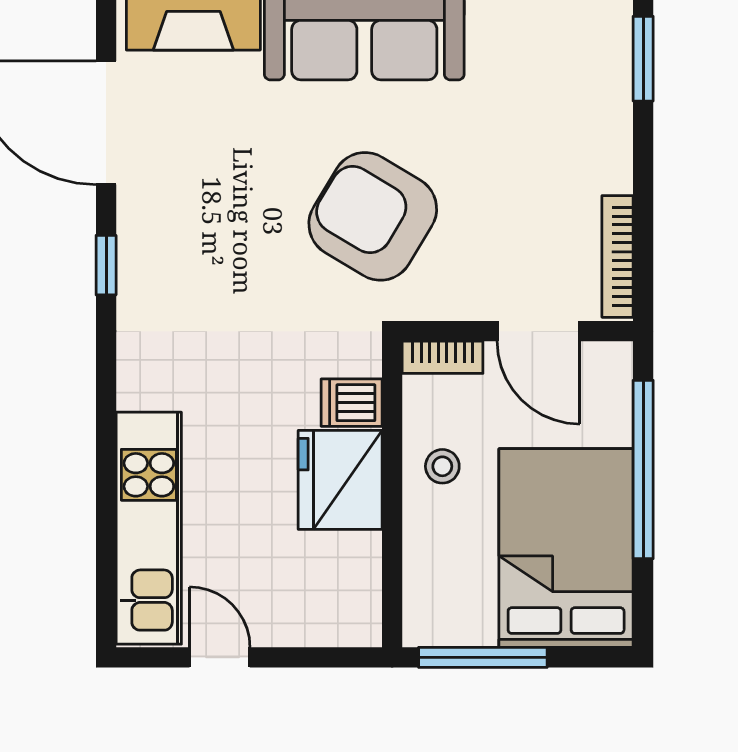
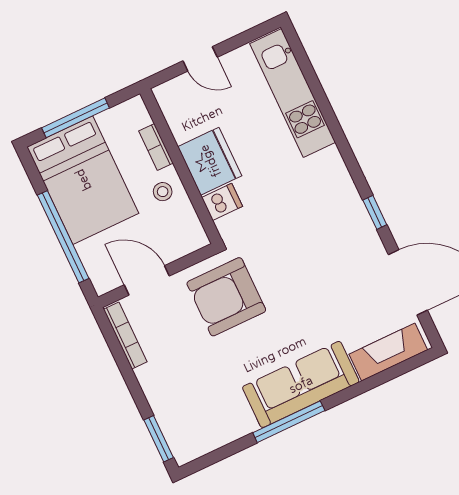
armchair: (373, 216) -> (226, 297), moved, turned 149
bookcase: (443, 357) -> (156, 147), moved, turned -90
door: (220, 657) -> (200, 59), moved
window: (483, 657) -> (75, 118), moved

